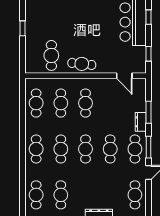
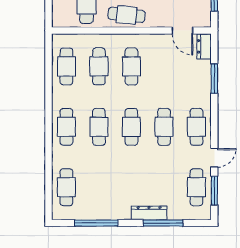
dresser: (141, 122) -> (204, 46), moved
window: (149, 147) -> (214, 191), moved
cafe table: (61, 195) -> (99, 187), removed

